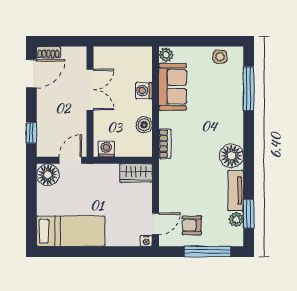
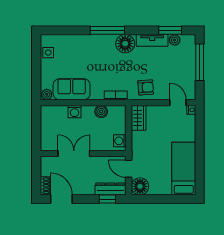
window: (249, 89) -> (107, 30), moved
dresser: (44, 137) -> (111, 189), added
armchair: (192, 225) -> (146, 87), moved, turned -94

